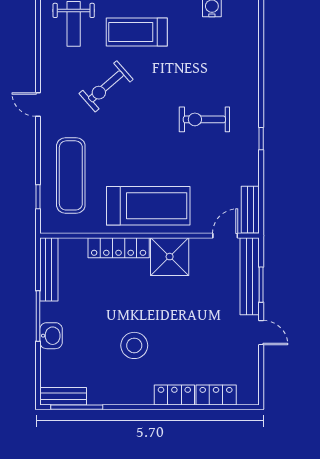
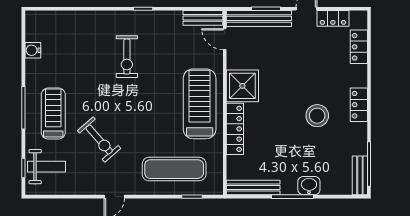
treadmill: (137, 32) -> (53, 114), turned 180
locker: (250, 364) -> (333, 18), added
locker: (174, 395) -> (359, 105), moved

